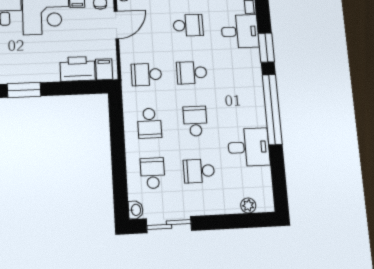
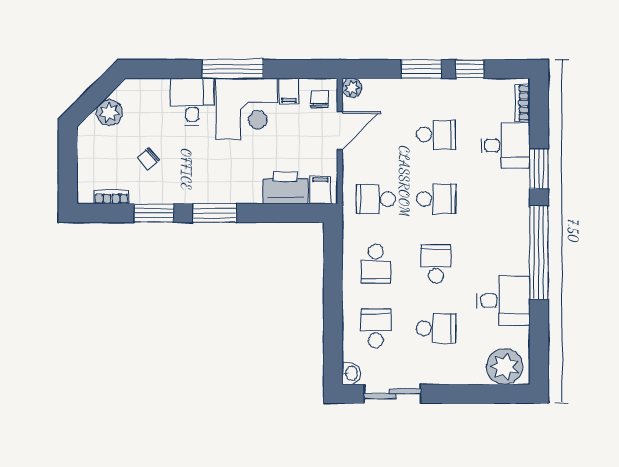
school desk: (192, 73) -> (436, 199), turned 180
school desk: (199, 171) -> (436, 328), turned 180
plant: (248, 205) -> (505, 367), width x1.88, depth x1.88

